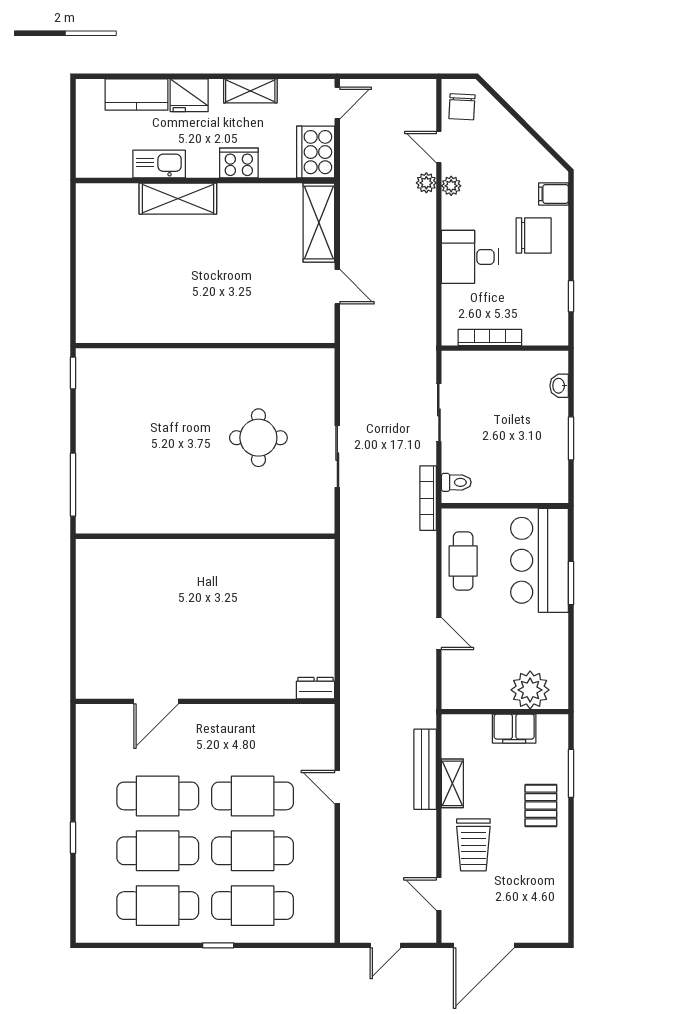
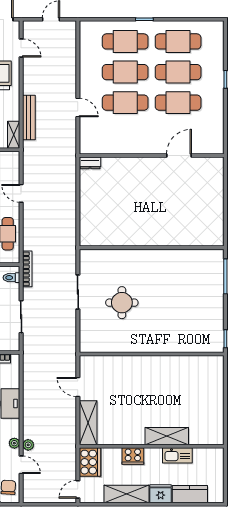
shelving: (250, 91) -> (126, 494), width x1.50, depth x1.33
shelving: (452, 783) -> (14, 135), moved

